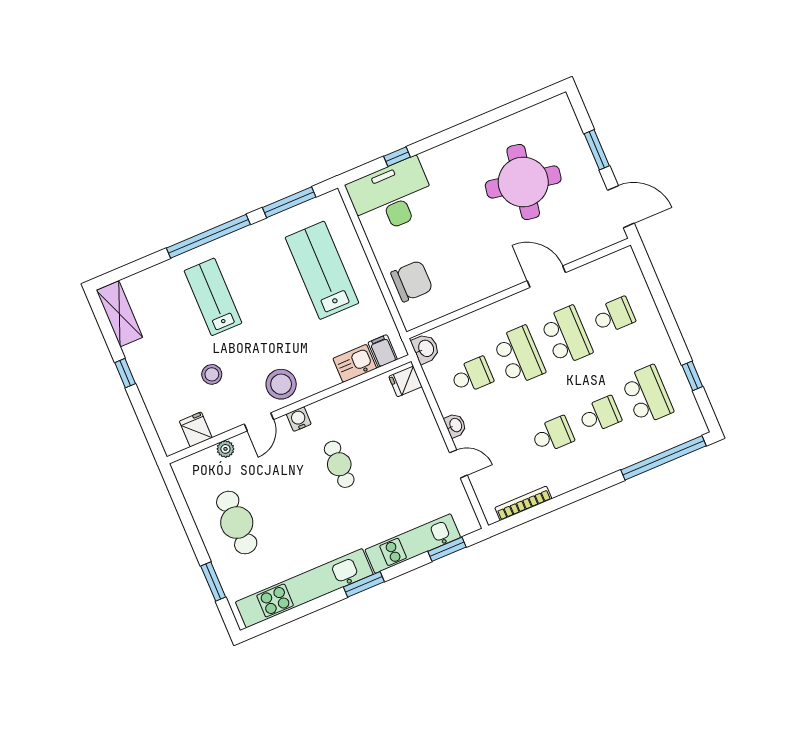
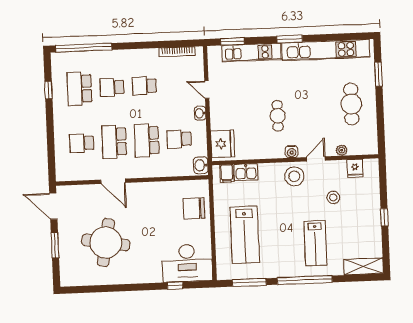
shelving: (119, 314) -> (363, 266), moved, turned 90
fridge: (405, 382) -> (223, 144), width x1.88, depth x1.34

